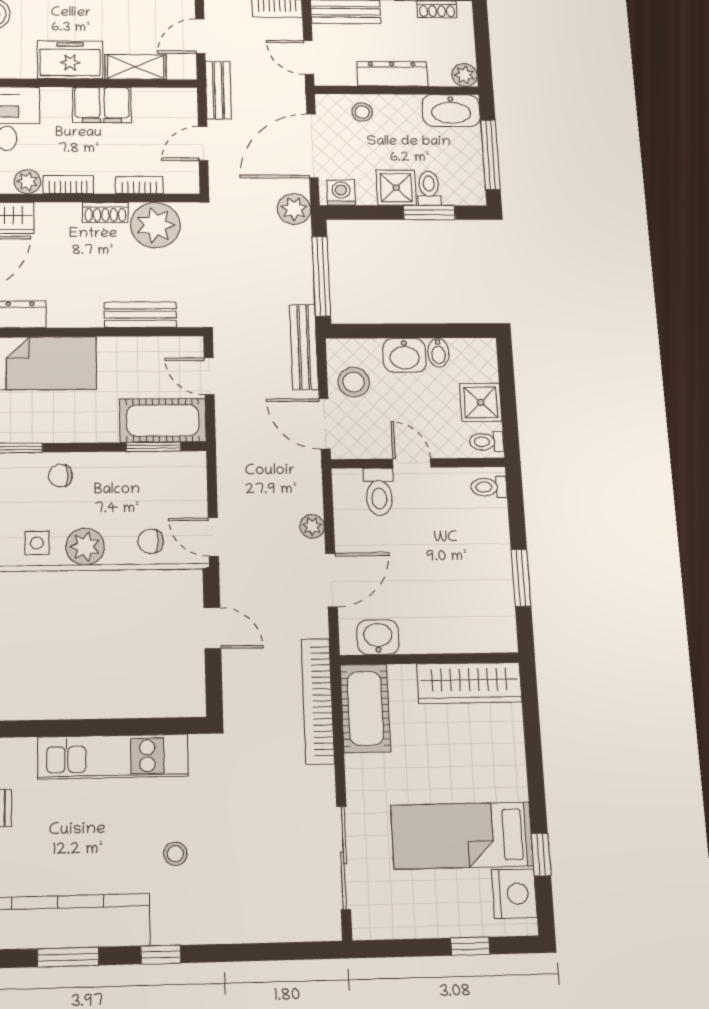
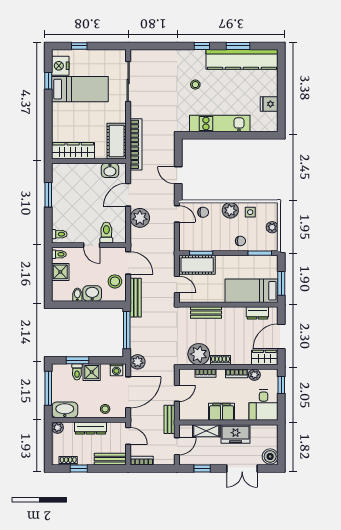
plant: (312, 526) -> (140, 218), width x1.88, depth x1.88

